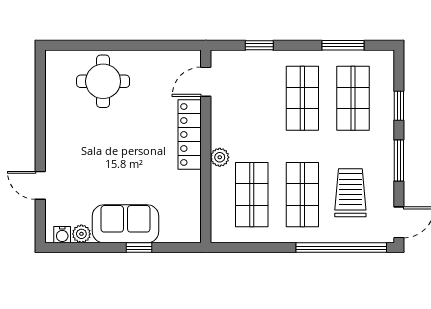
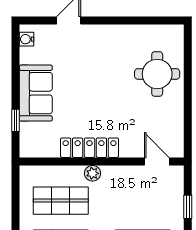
locker: (190, 135) -> (90, 148), moved
plant: (81, 234) -> (27, 56), removed
window: (139, 248) -> (16, 120), moved

